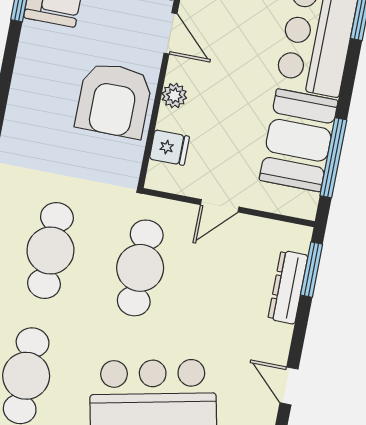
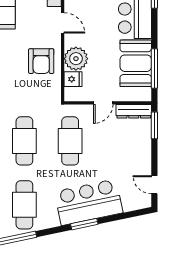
plant: (174, 96) -> (76, 59), width x1.88, depth x1.88
armchair: (114, 100) -> (41, 61), width x0.73, depth x0.73
dresser: (288, 287) -> (134, 111), moved, turned -90

